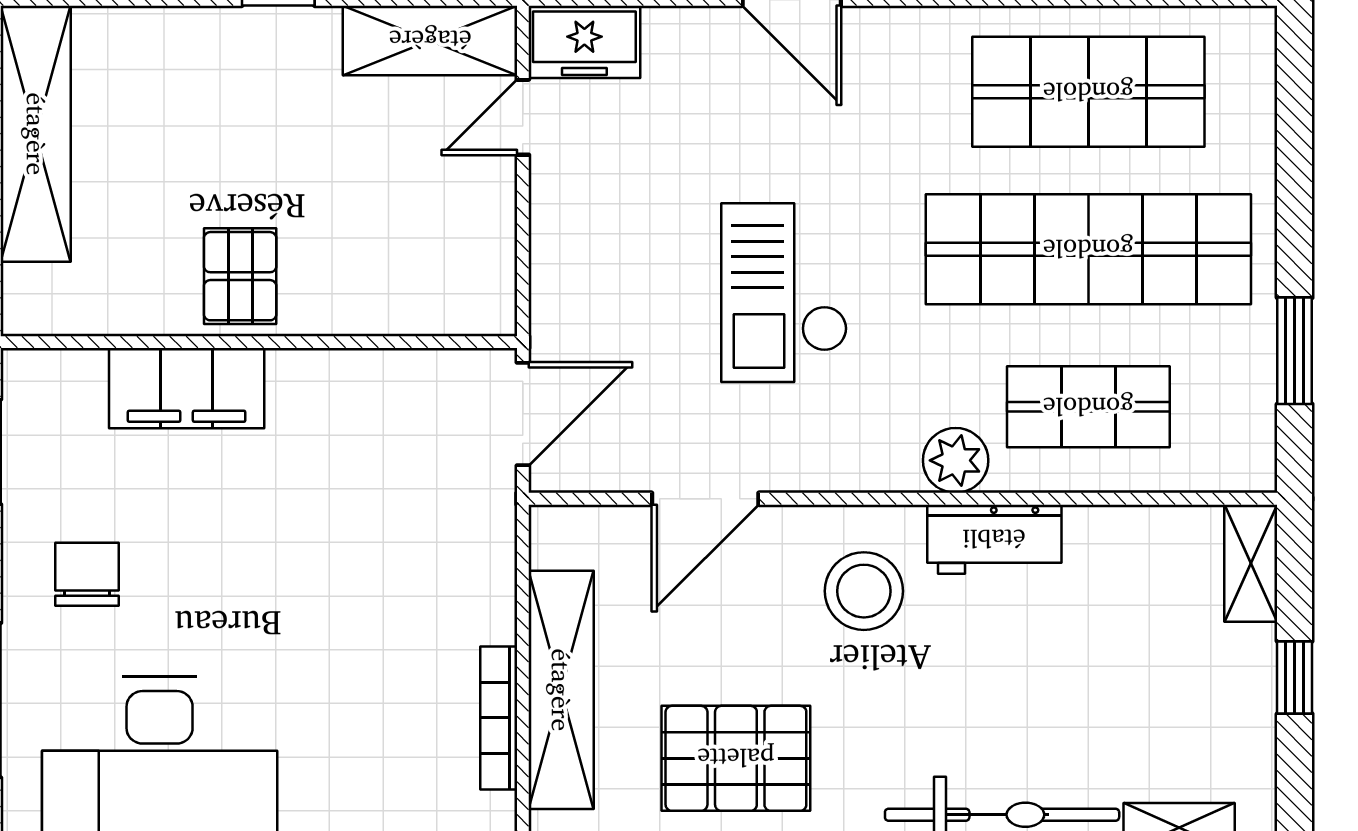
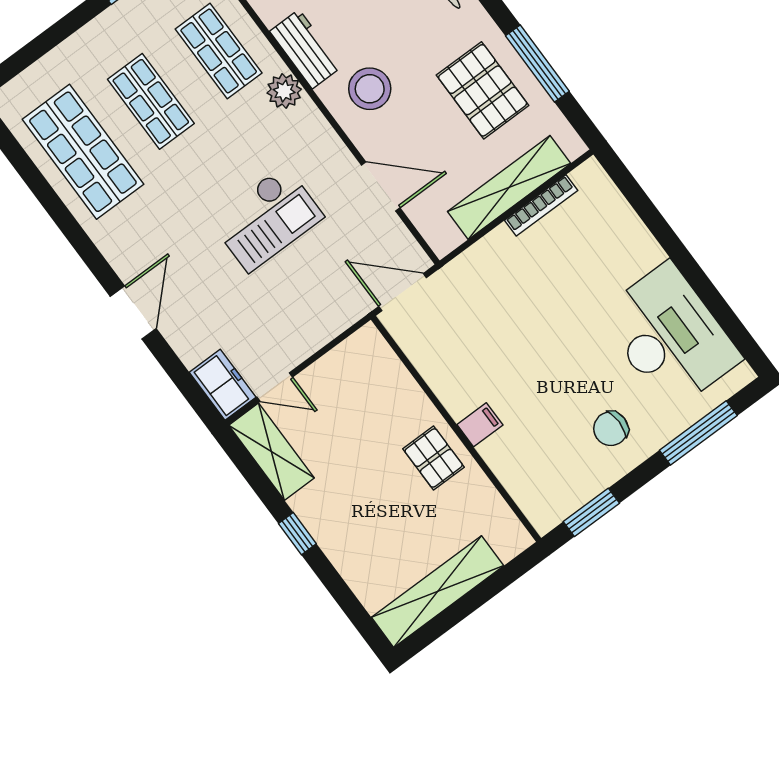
shop shelf: (1088, 249) -> (151, 101), width x0.50, depth x0.74
pallet: (240, 276) -> (434, 458), turned 90
filing cabinet: (187, 388) -> (480, 425), width x0.33, depth x0.86

